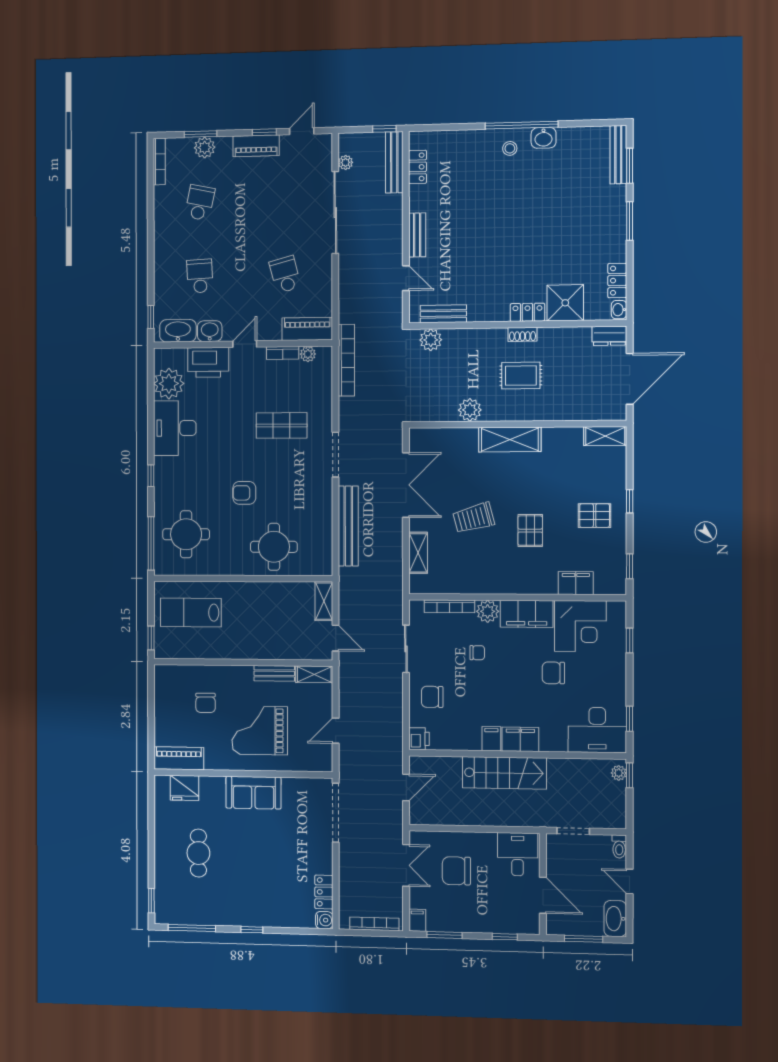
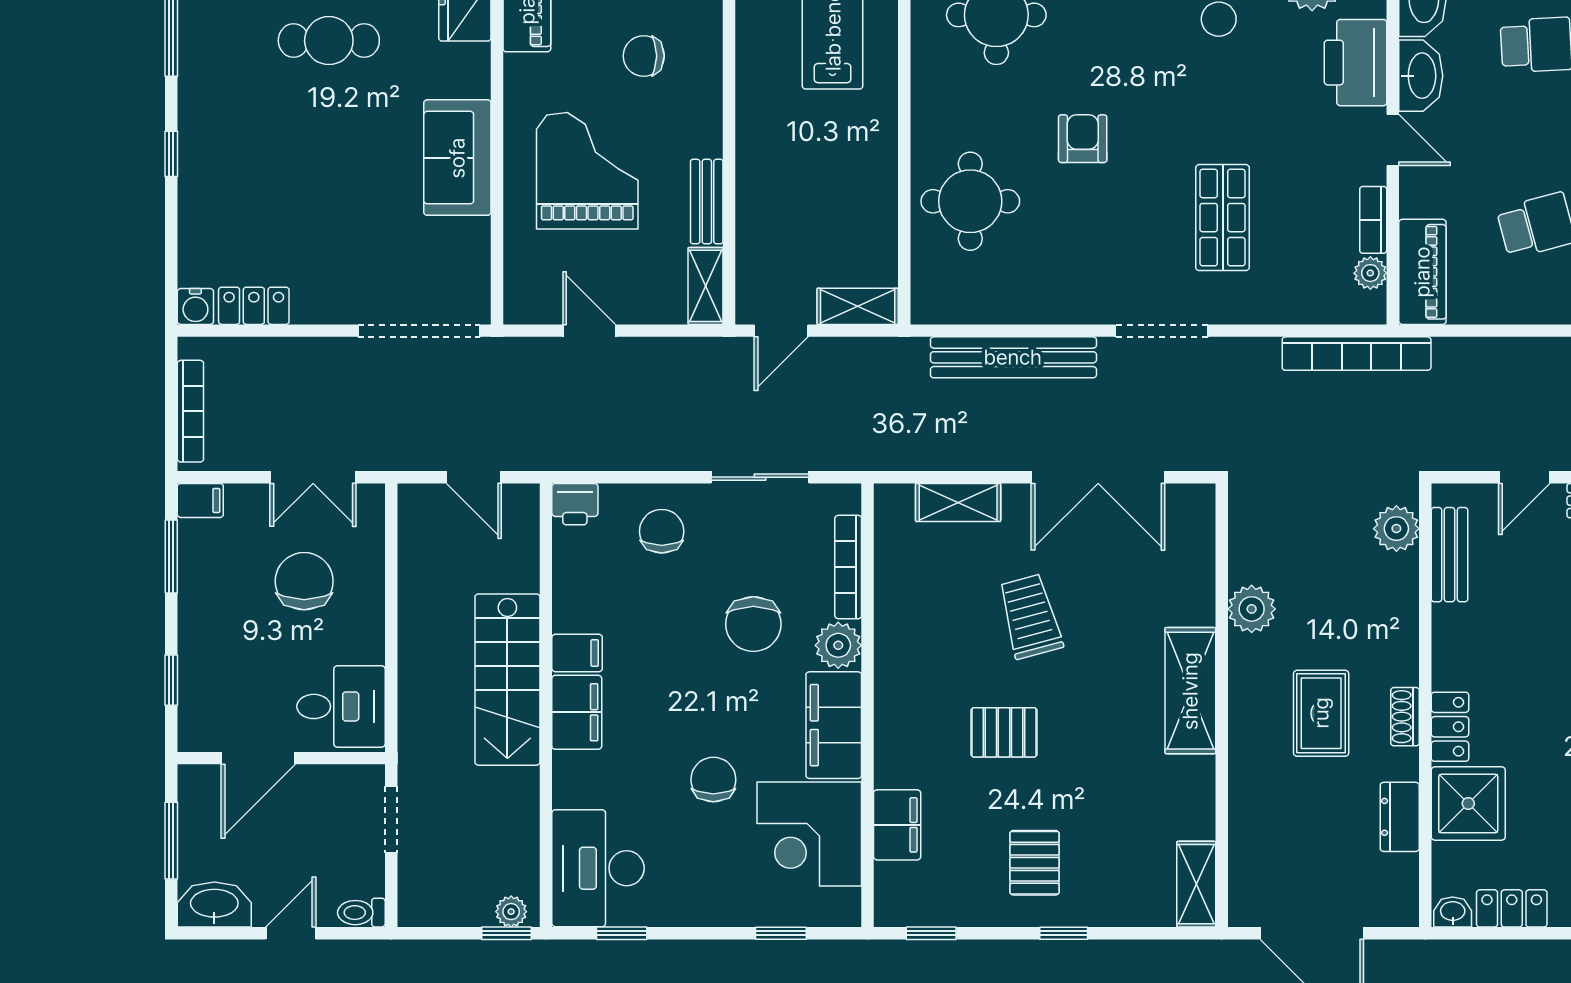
washbasin: (210, 331) -> (1421, 76), width x1.38
dresser: (609, 336) -> (1400, 817), moved
chair: (477, 653) -> (753, 624), width x1.87, depth x1.87

